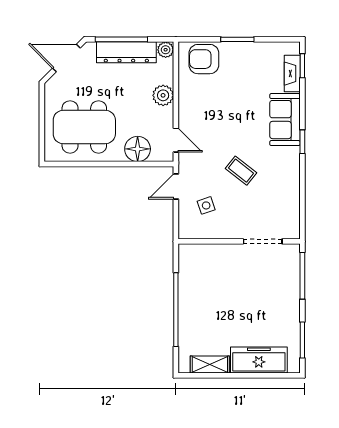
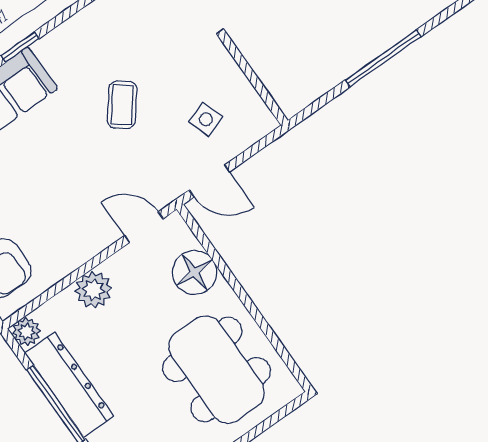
door: (176, 140) -> (144, 227), hinge flipped
window: (176, 310) -> (383, 58), width x0.68

